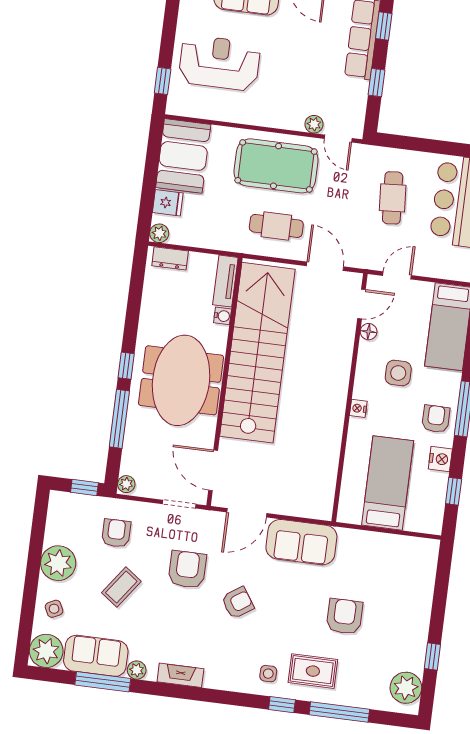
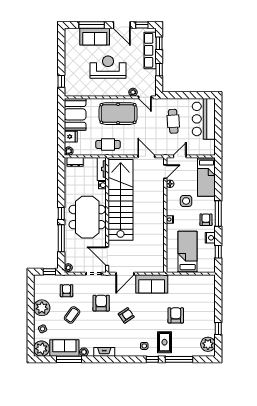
reception desk: (219, 63) -> (108, 67), moved
cafe table: (276, 226) -> (108, 144), moved
rug: (313, 671) -> (164, 342), turned 90

